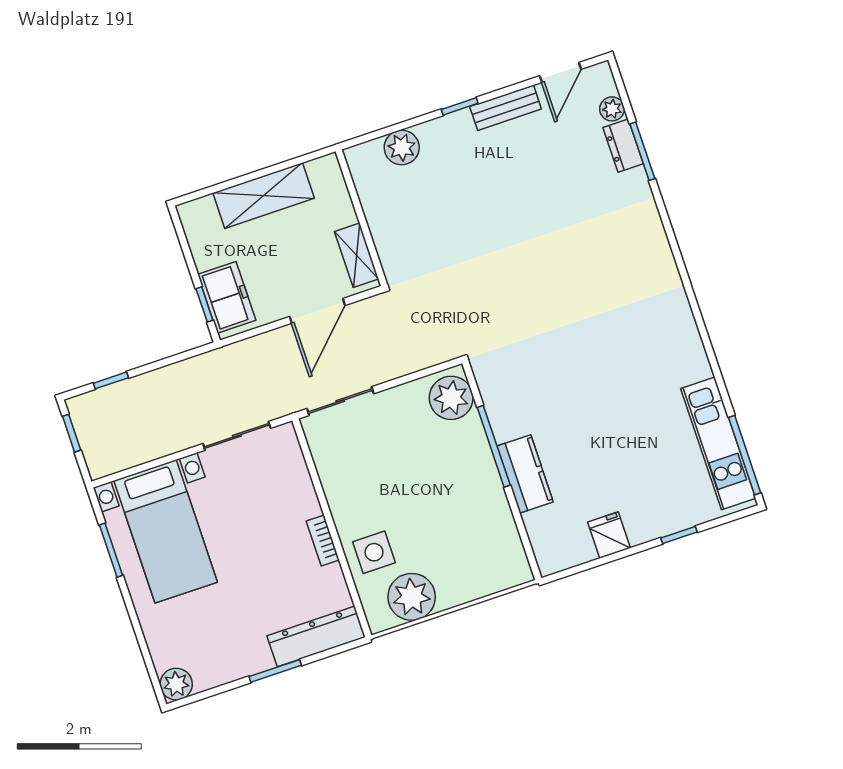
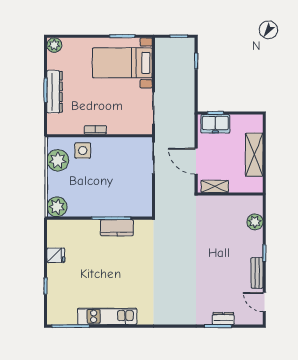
plant: (612, 109) -> (241, 319), removed
plant: (451, 398) -> (57, 207), moved
kitchen unit: (718, 443) -> (107, 316), moved
kitchen counter: (525, 474) -> (117, 228), moved
dresser: (316, 636) -> (55, 92), moved

